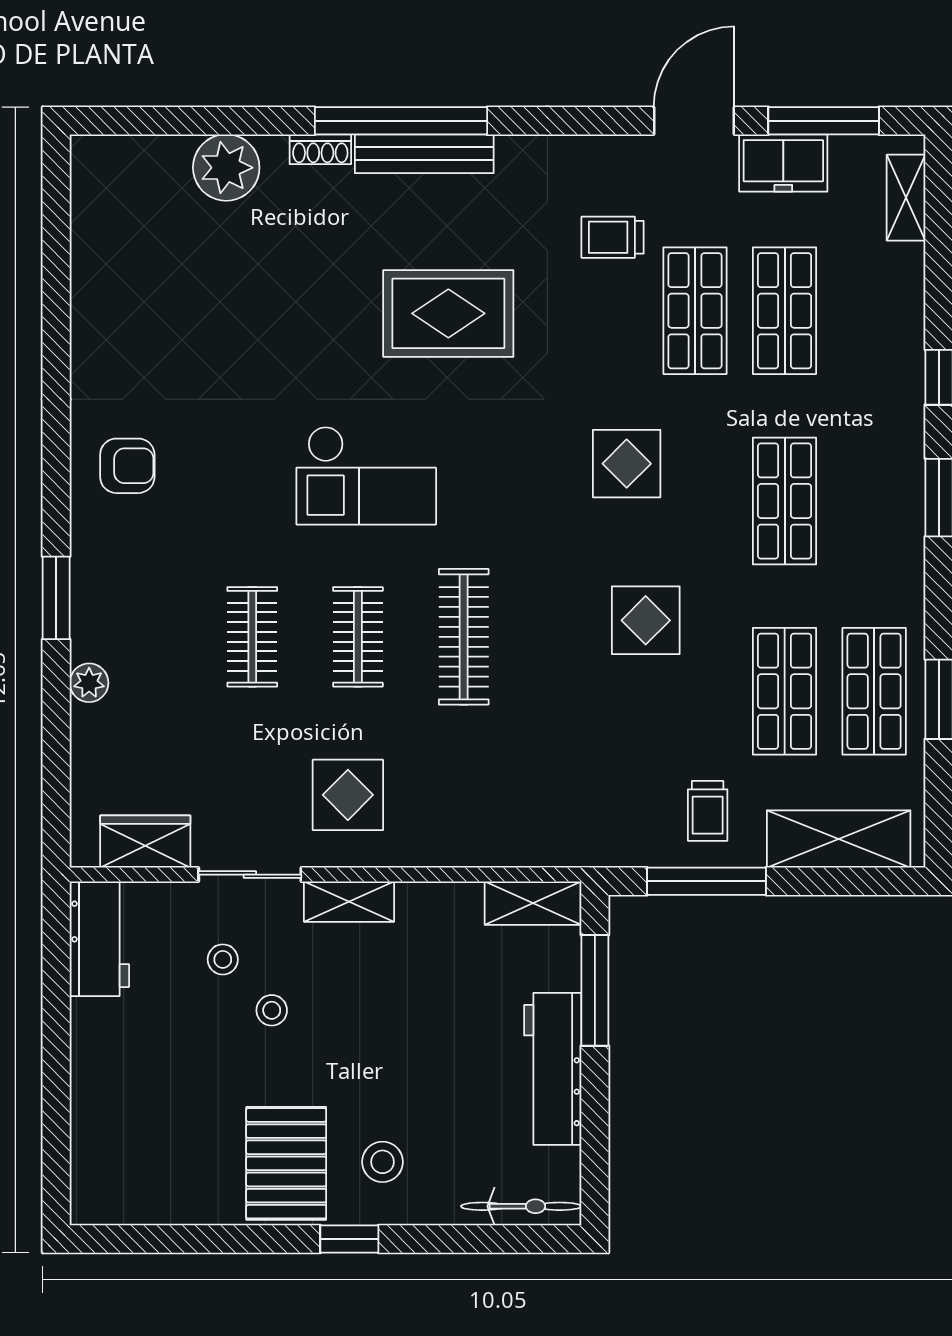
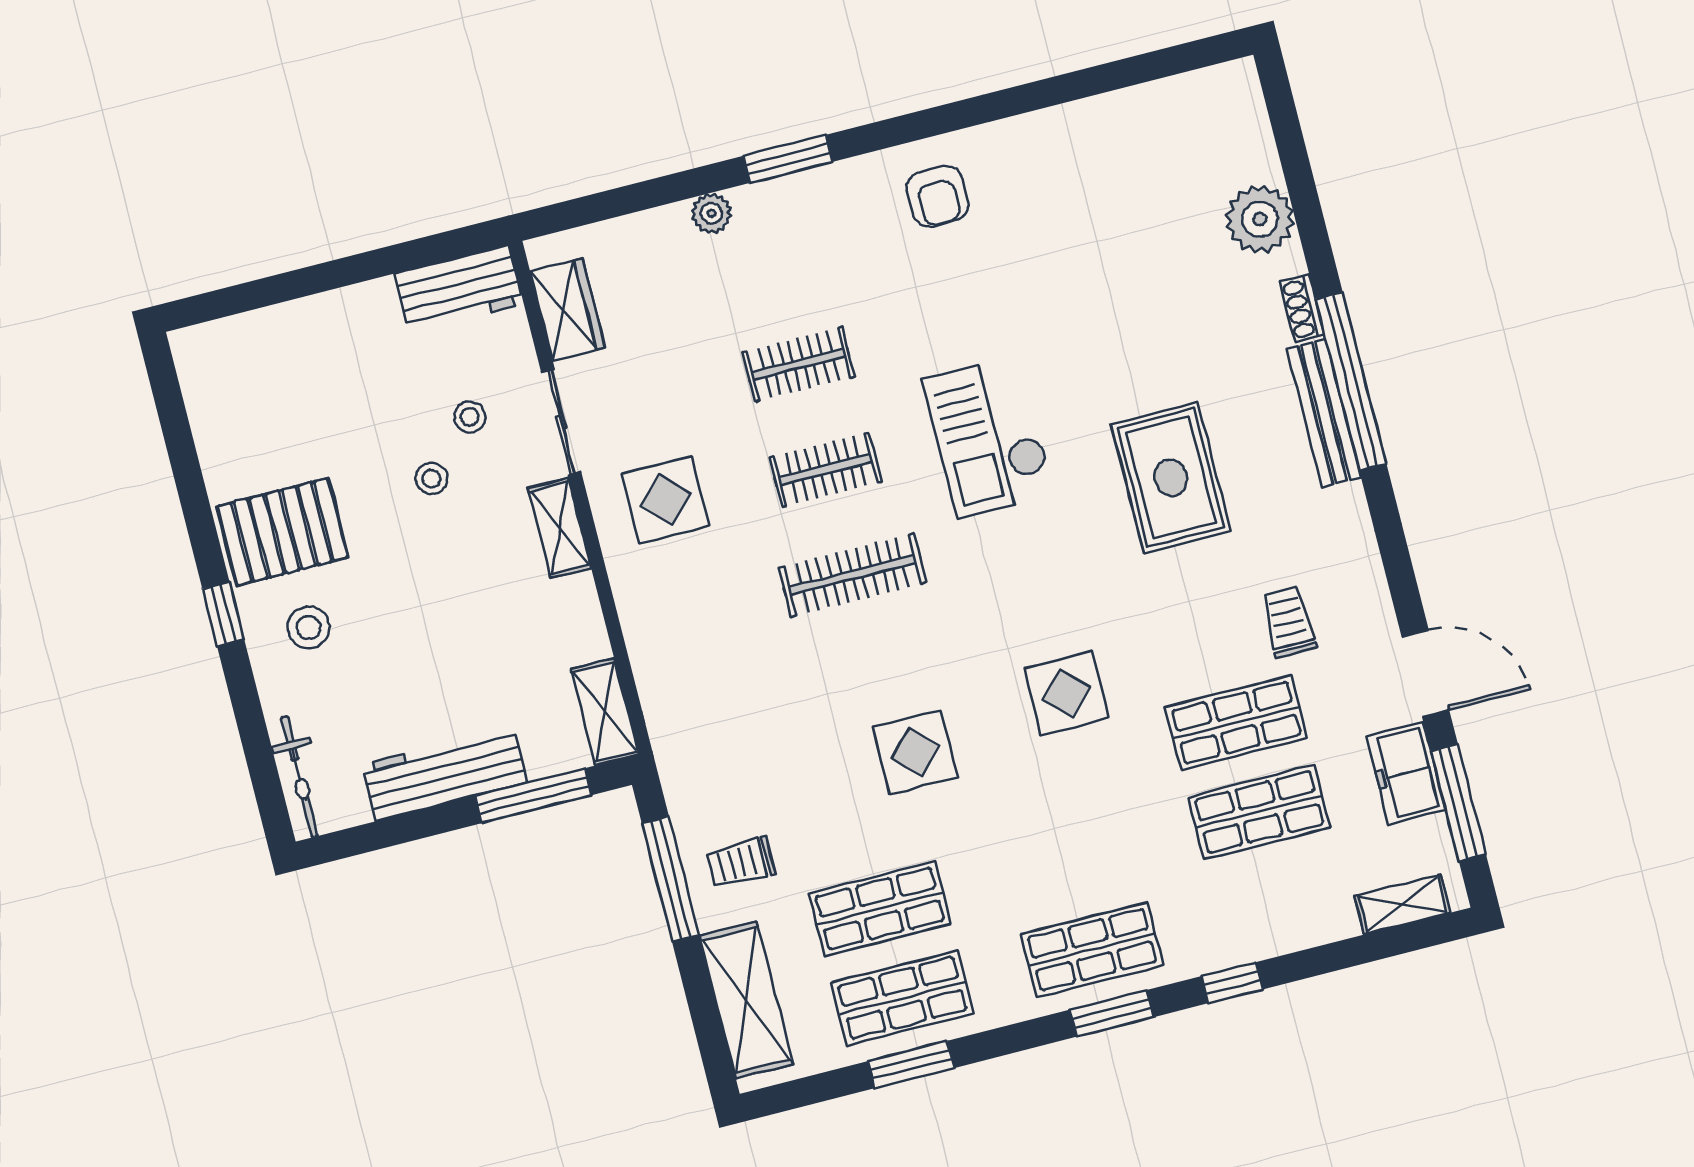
shop shelf: (785, 501) -> (1092, 950), moved

